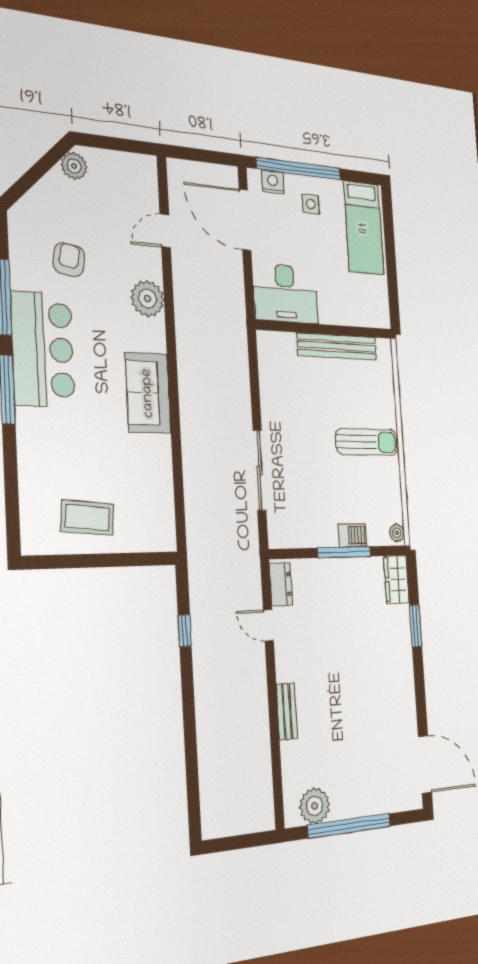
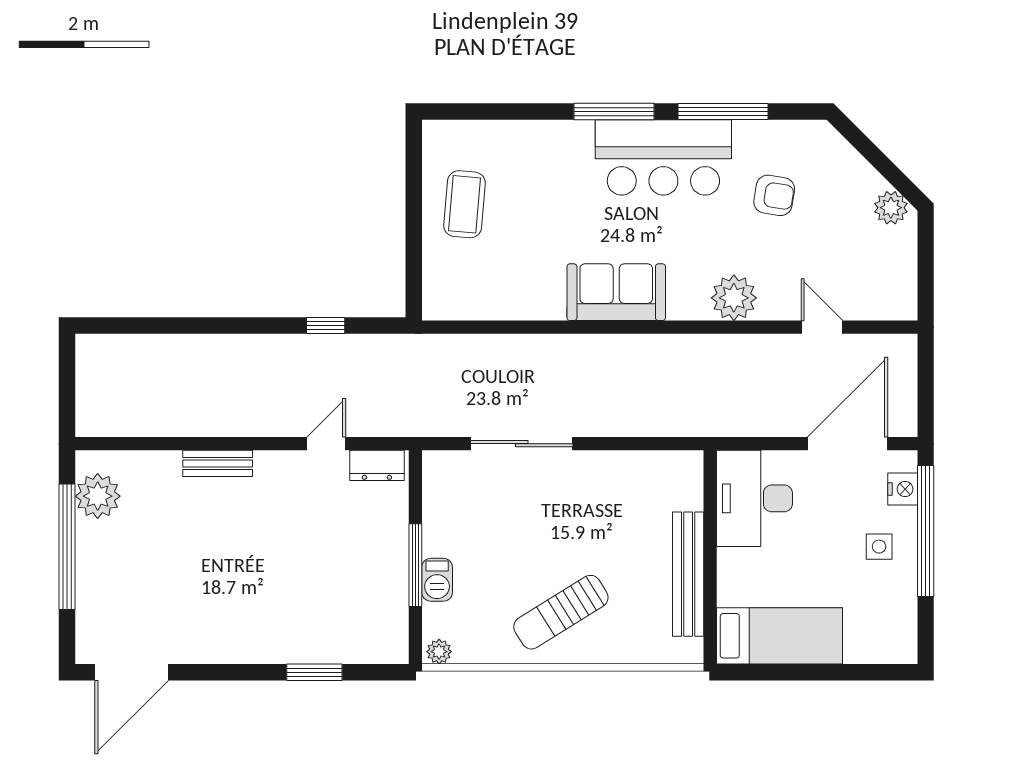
bed: (364, 228) -> (779, 636), moved, turned 180
sun lounger: (367, 442) -> (561, 612), turned 58
wardrobe: (396, 579) -> (377, 646), removed

